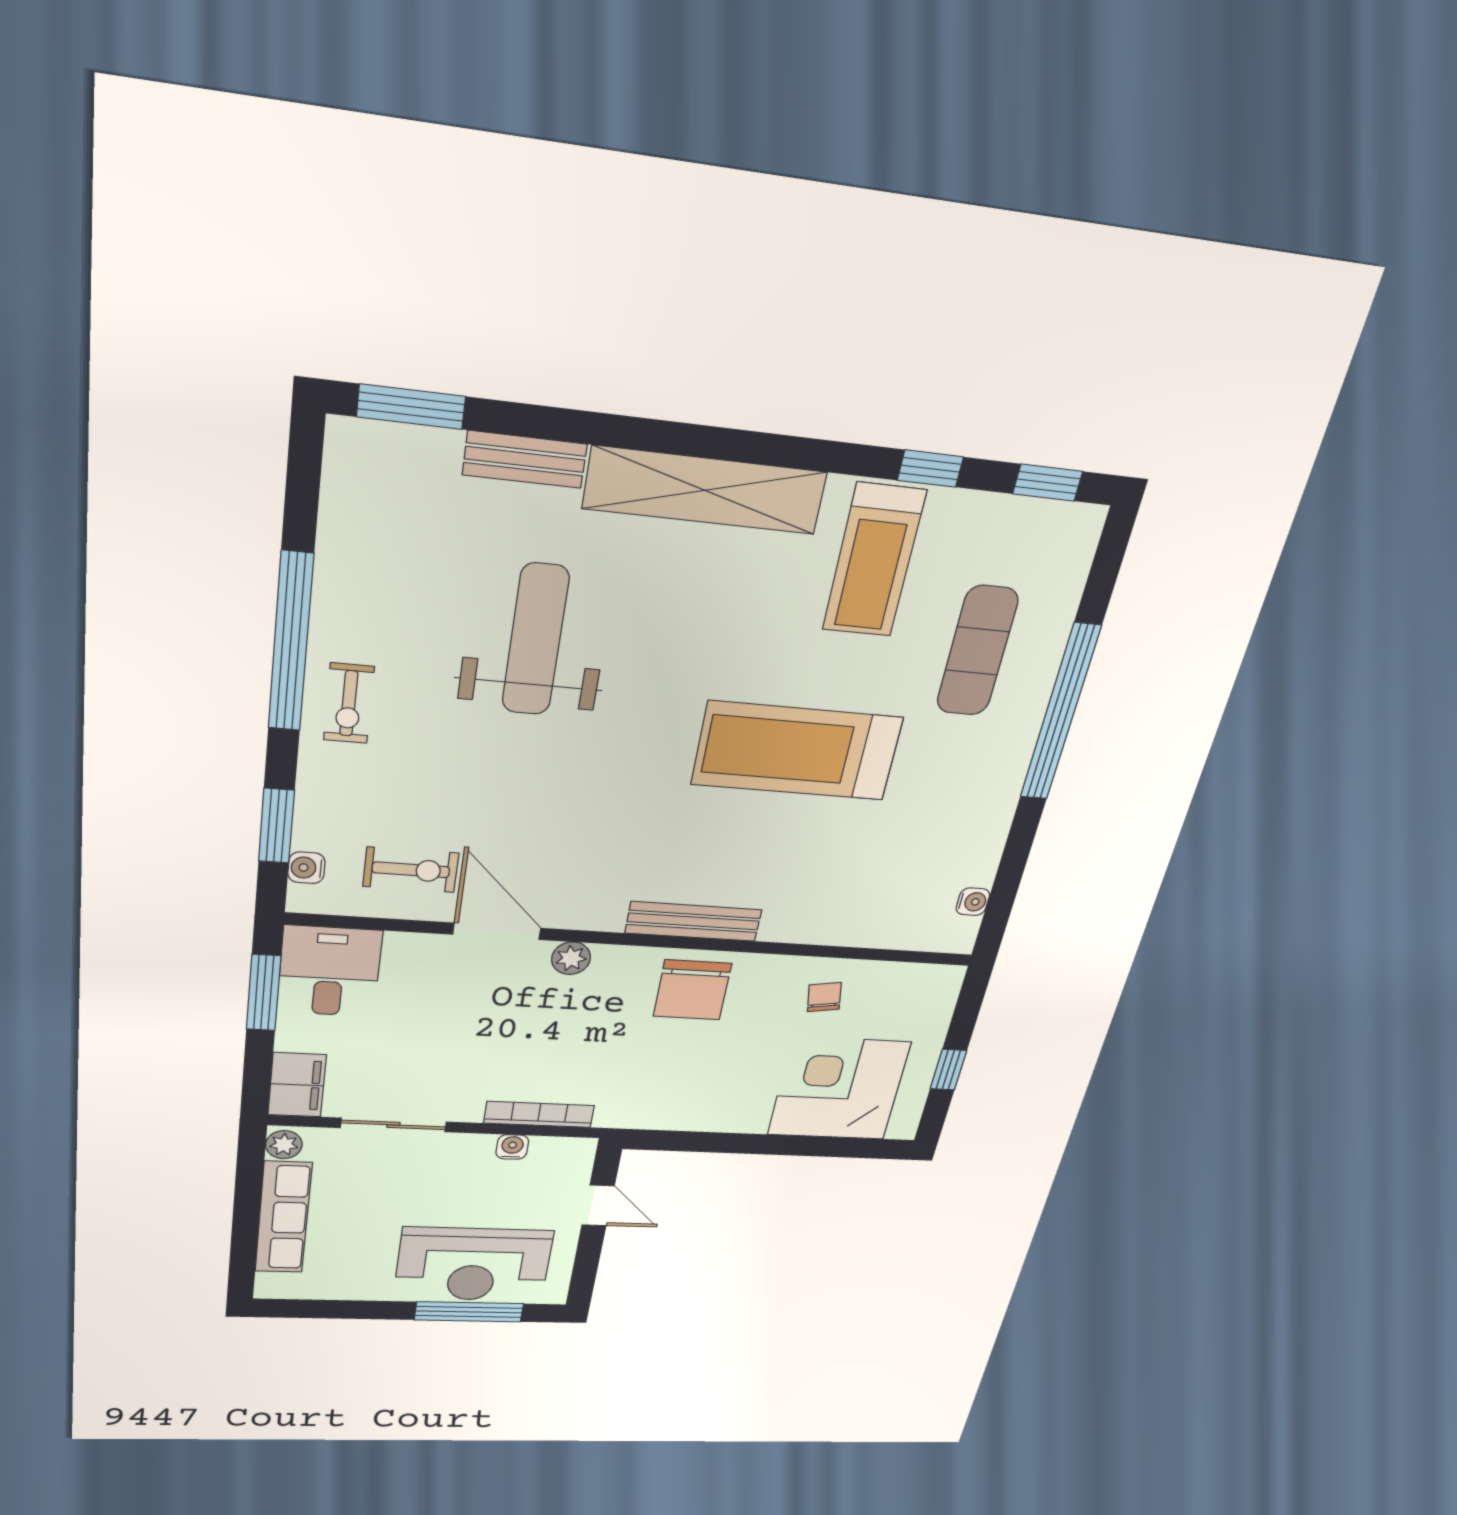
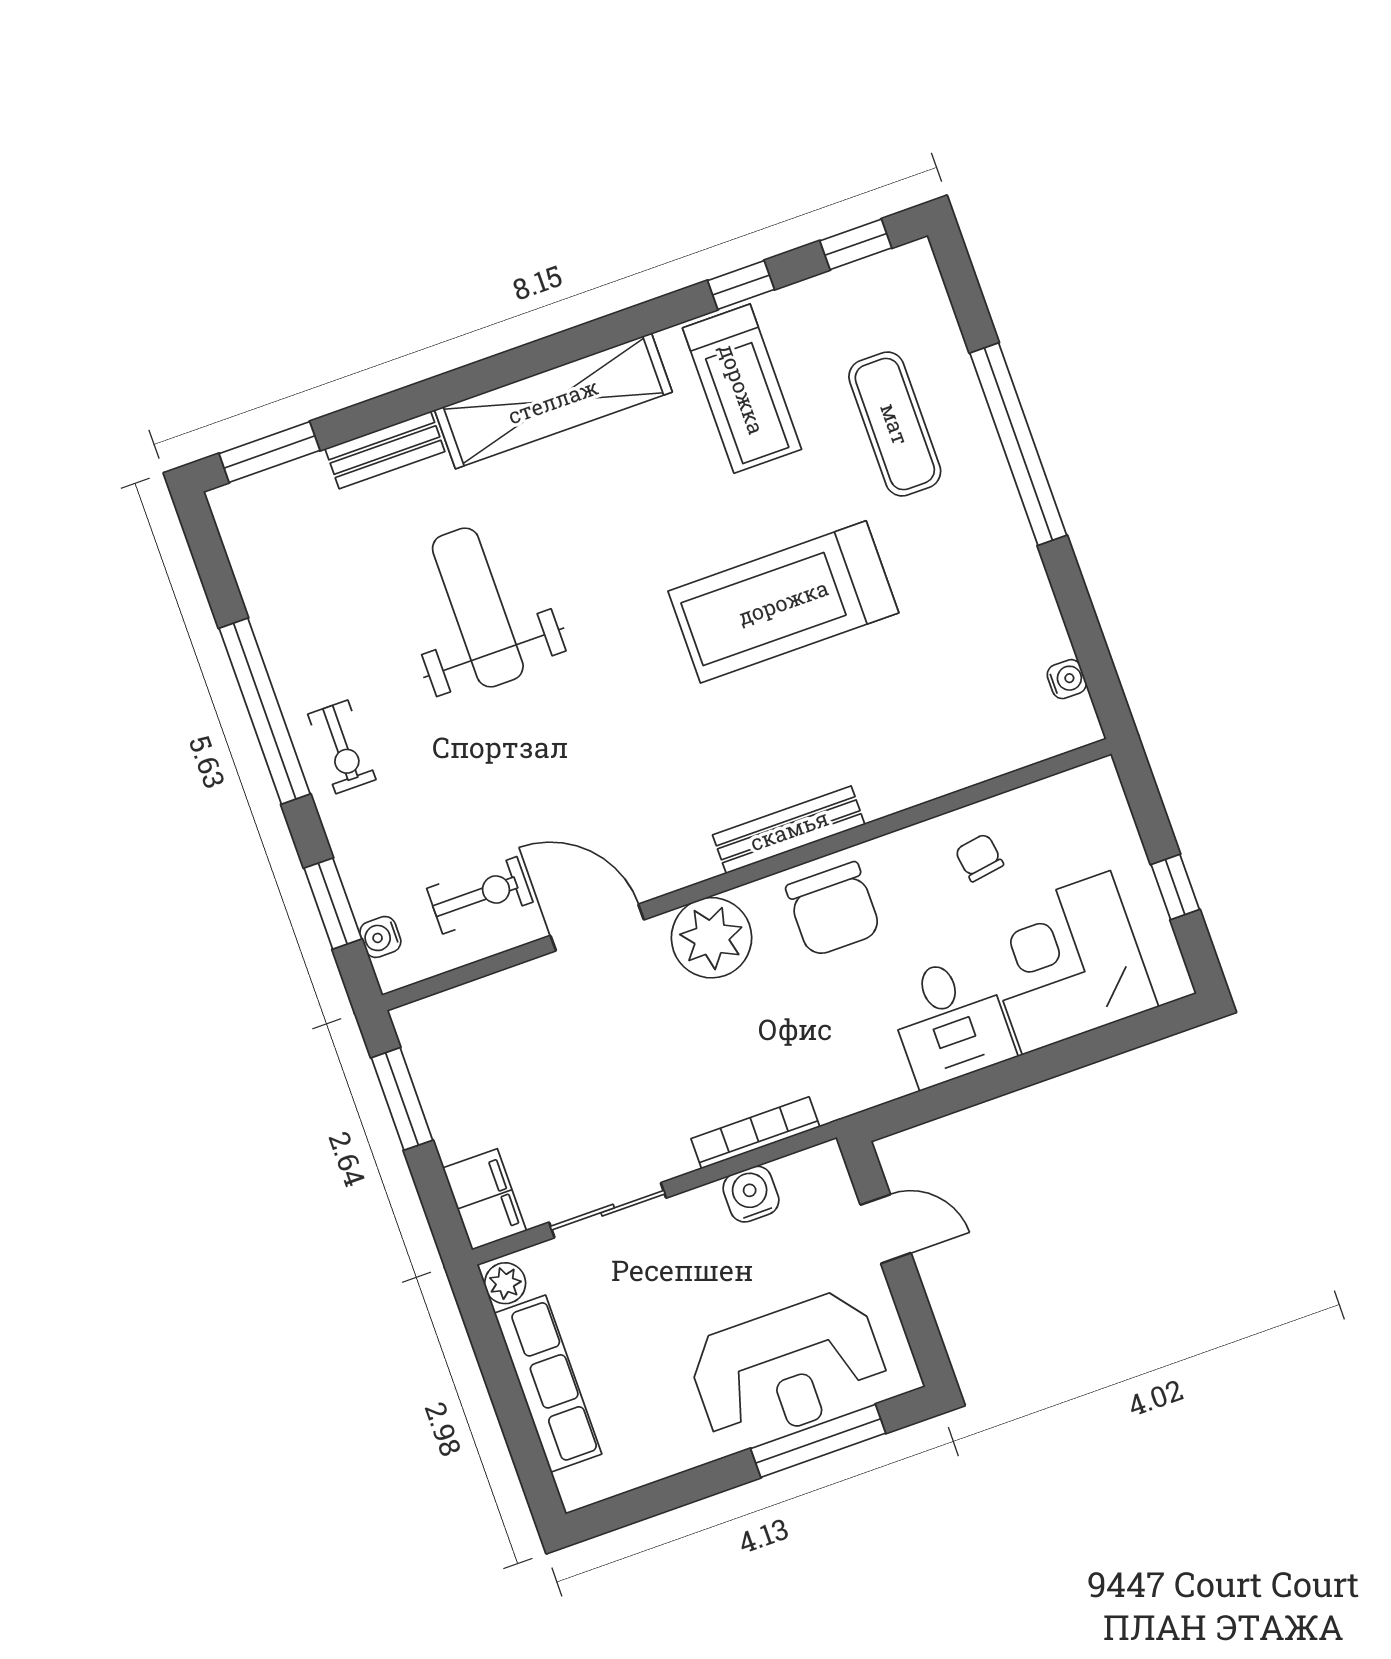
plant: (571, 958) -> (712, 938), width x1.87, depth x1.87
desk: (329, 971) -> (950, 1021), moved, turned 180
water cooler: (512, 1147) -> (751, 1194), width x1.38, depth x1.38

